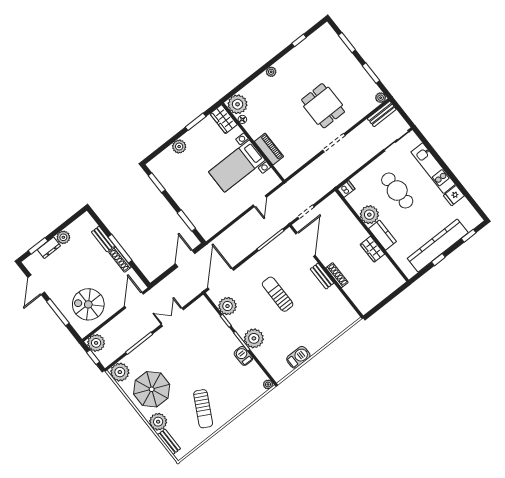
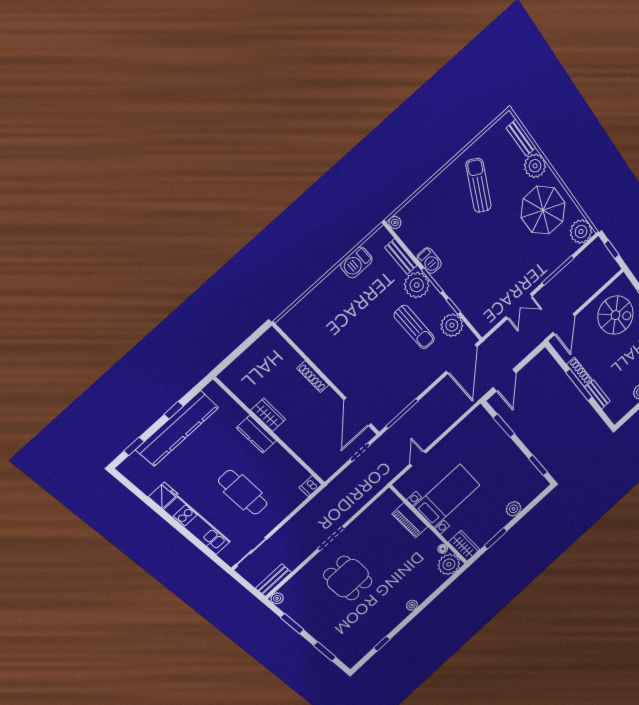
plant: (369, 215) -> (277, 458), removed
bench: (322, 276) -> (401, 256), moved
sun lounger: (278, 294) -> (414, 327), moved
plant: (96, 343) -> (608, 268), removed

